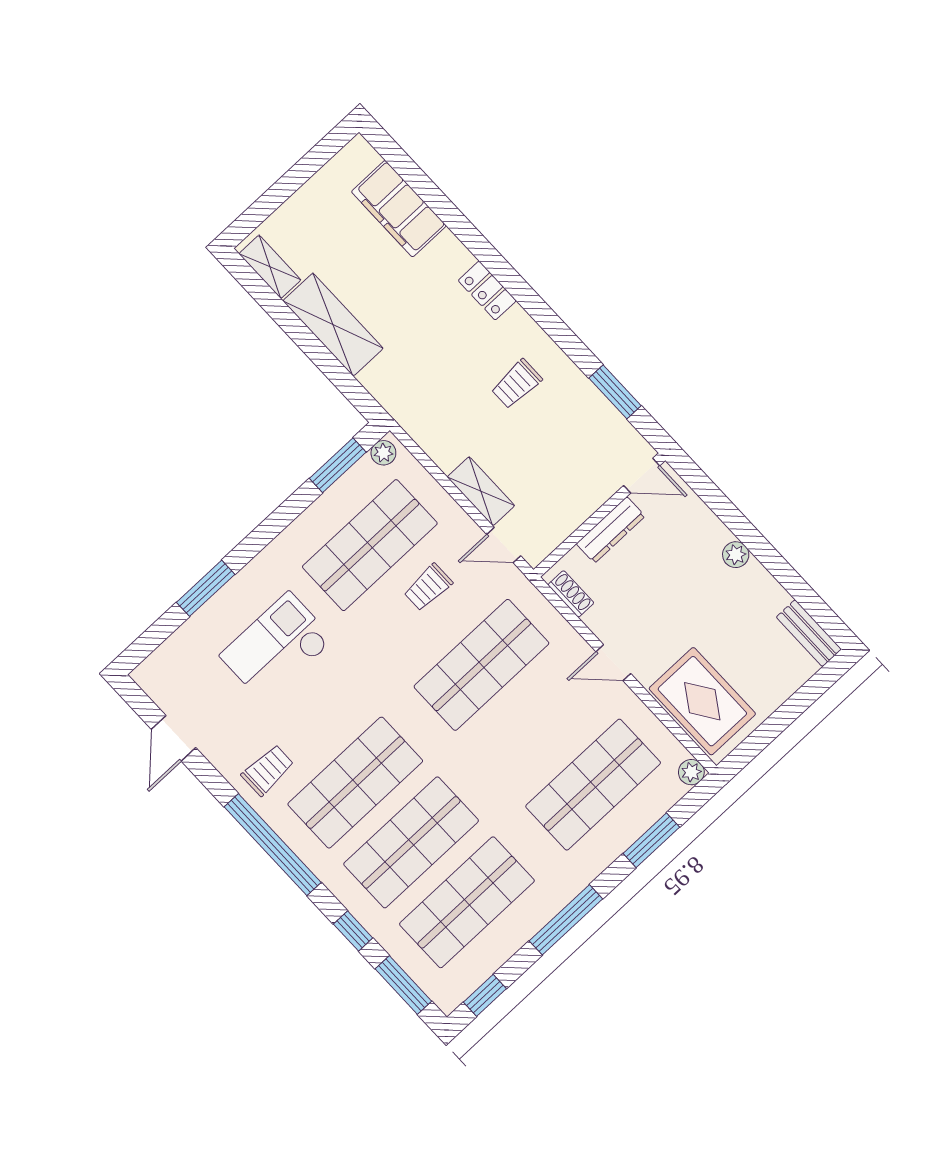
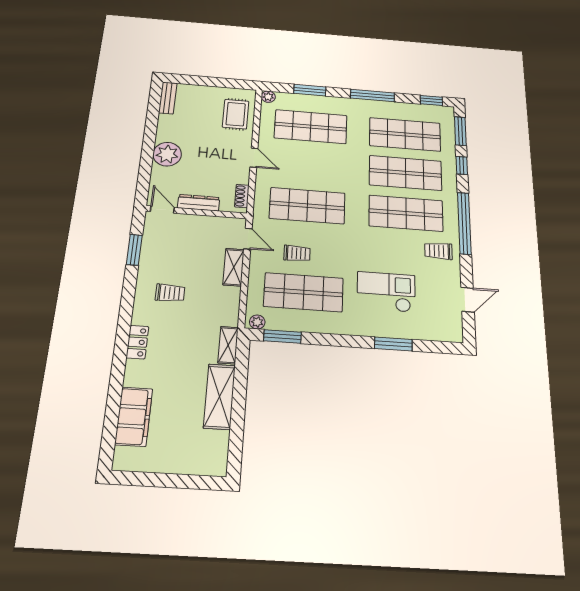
shelving: (270, 267) -> (228, 345), moved
plant: (736, 555) -> (167, 154), width x1.88, depth x1.88
checkout: (277, 647) -> (386, 292), turned 180
rug: (702, 701) -> (236, 114), width x0.73, depth x0.70

